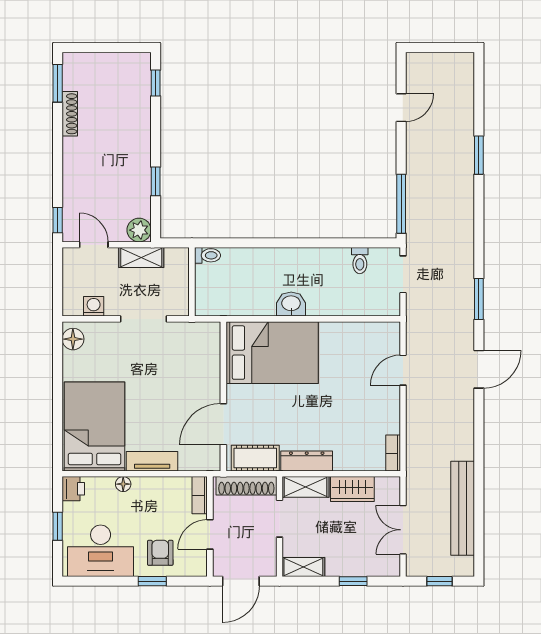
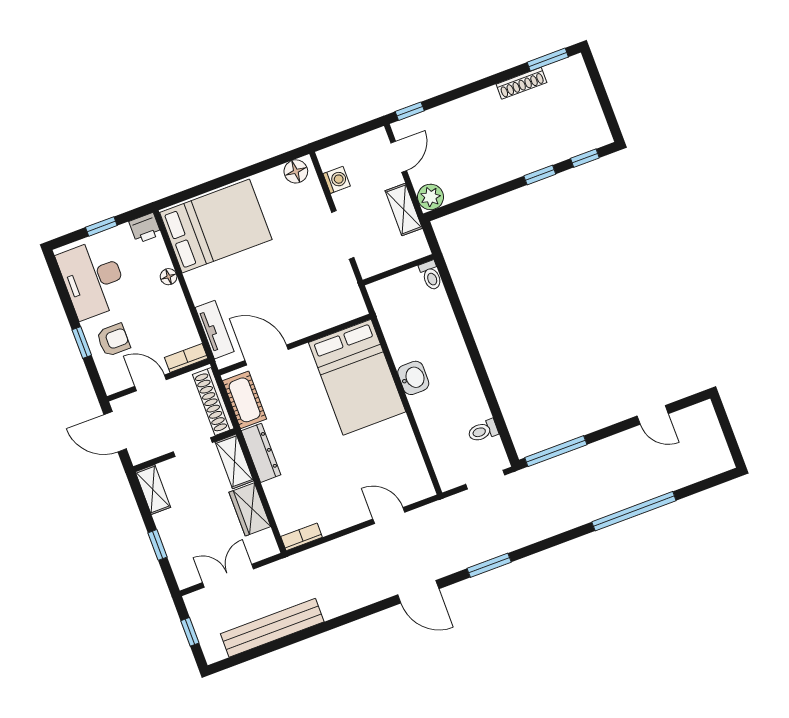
window: (479, 155) -> (634, 511), width x2.11
window: (156, 181) -> (540, 175), moved
tv unit: (152, 461) -> (215, 330), moved

